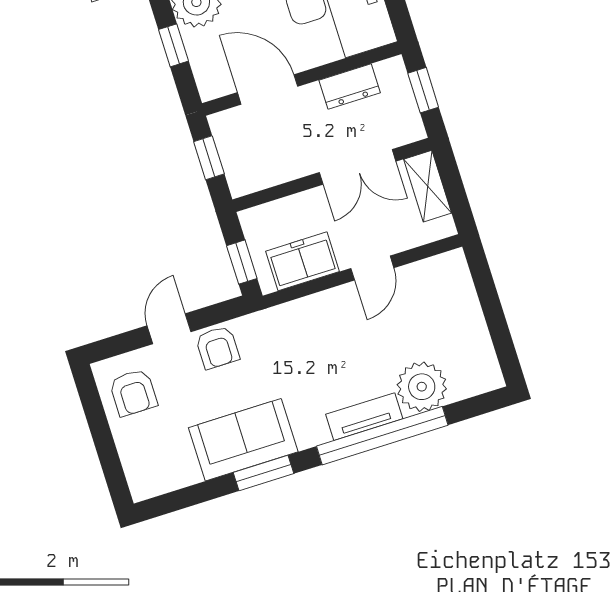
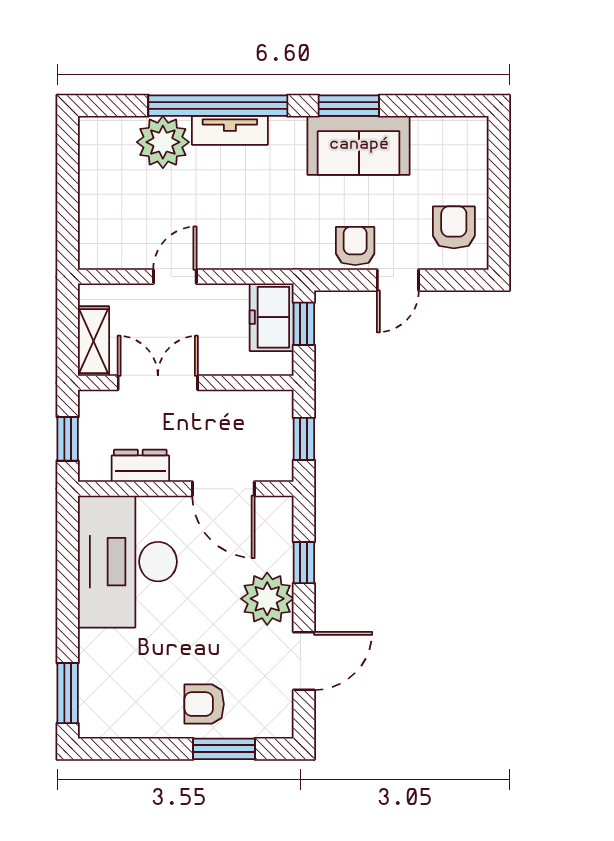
freezer: (303, 261) -> (272, 317), moved, turned 90

